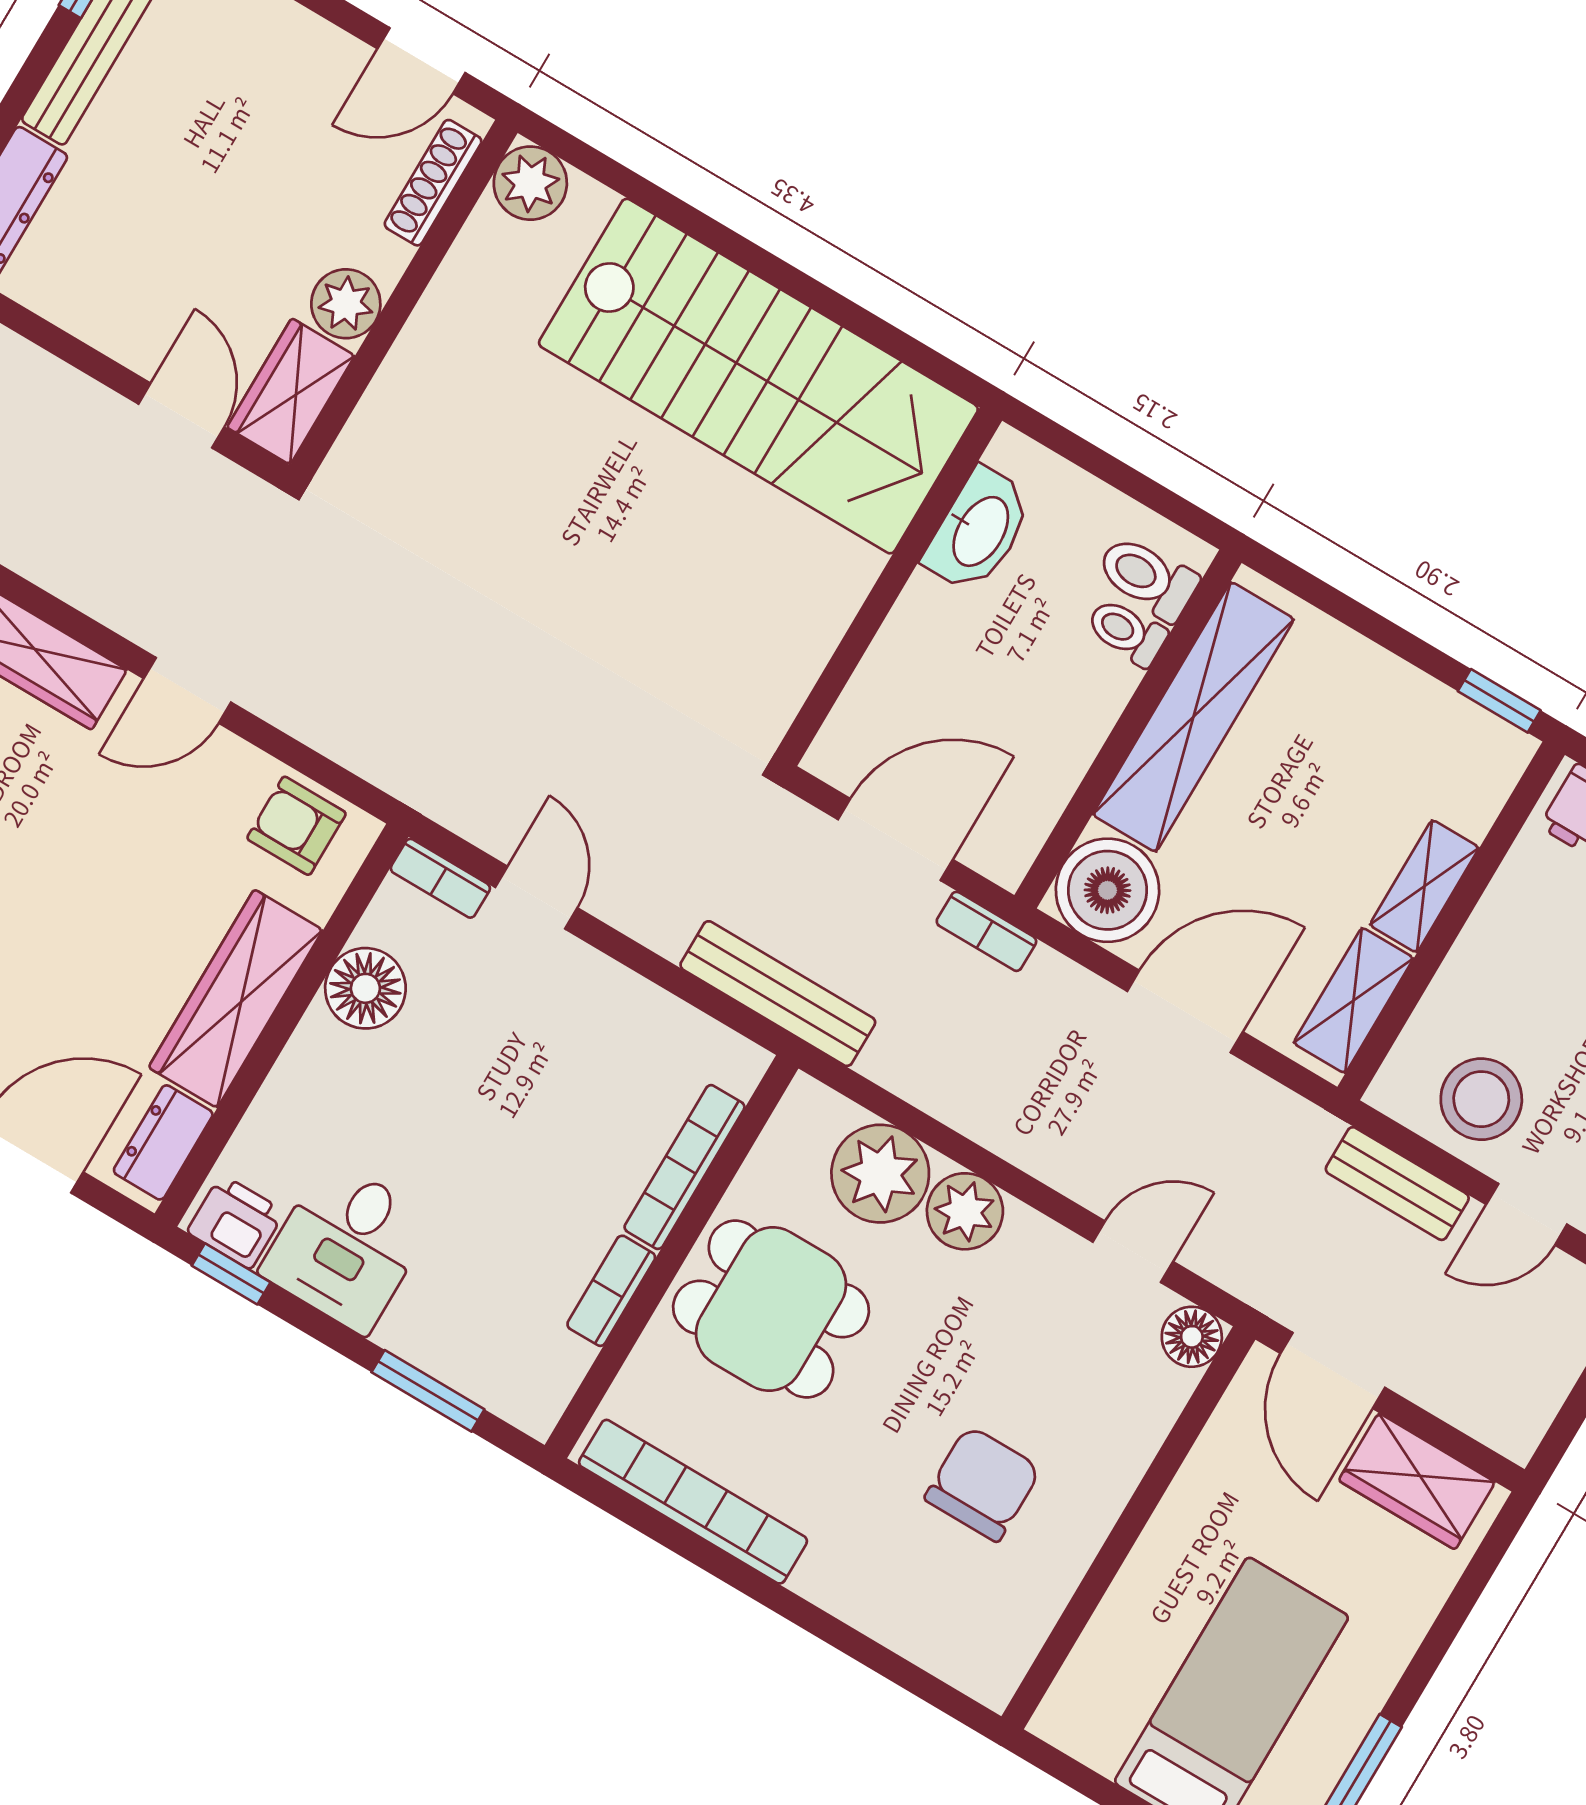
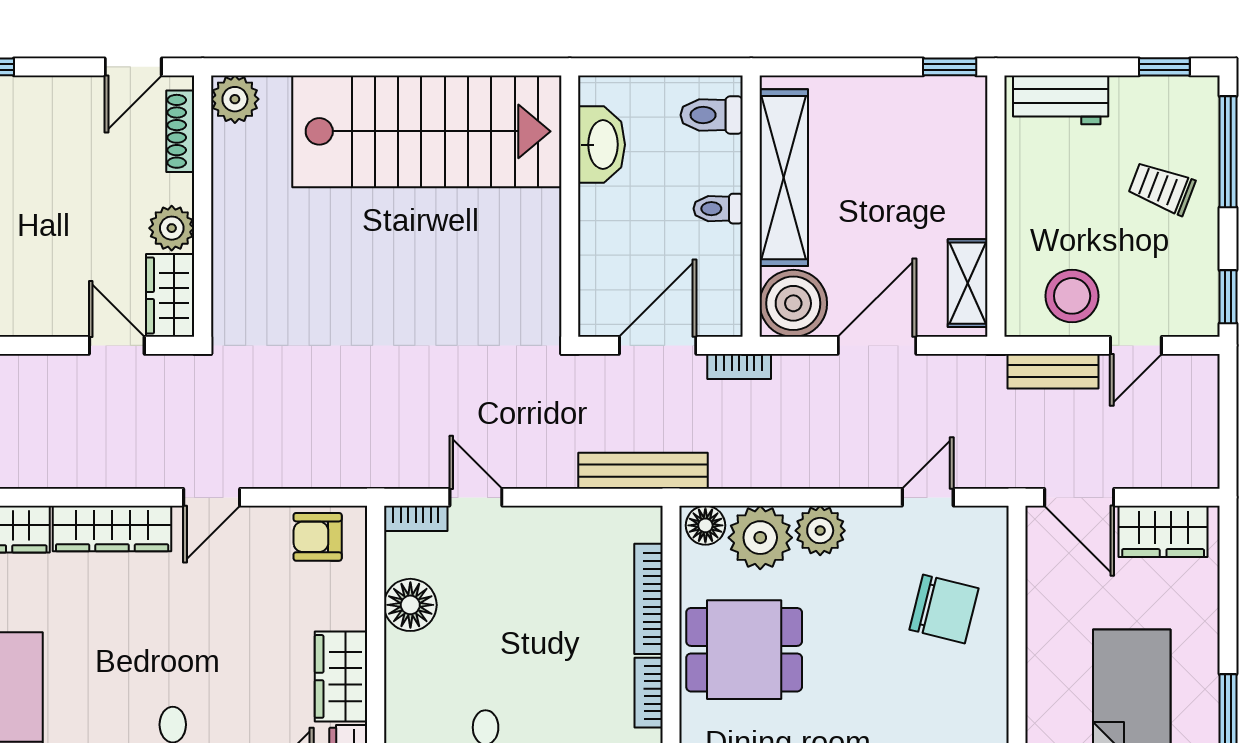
toilet: (1127, 632) -> (718, 209), moved
shelving: (1424, 886) -> (969, 196), removed
wardrobe: (236, 999) -> (341, 676), width x0.67
floor lamp: (1192, 1337) -> (705, 525), moved
chair: (983, 1484) -> (944, 609), moved, turned 104

